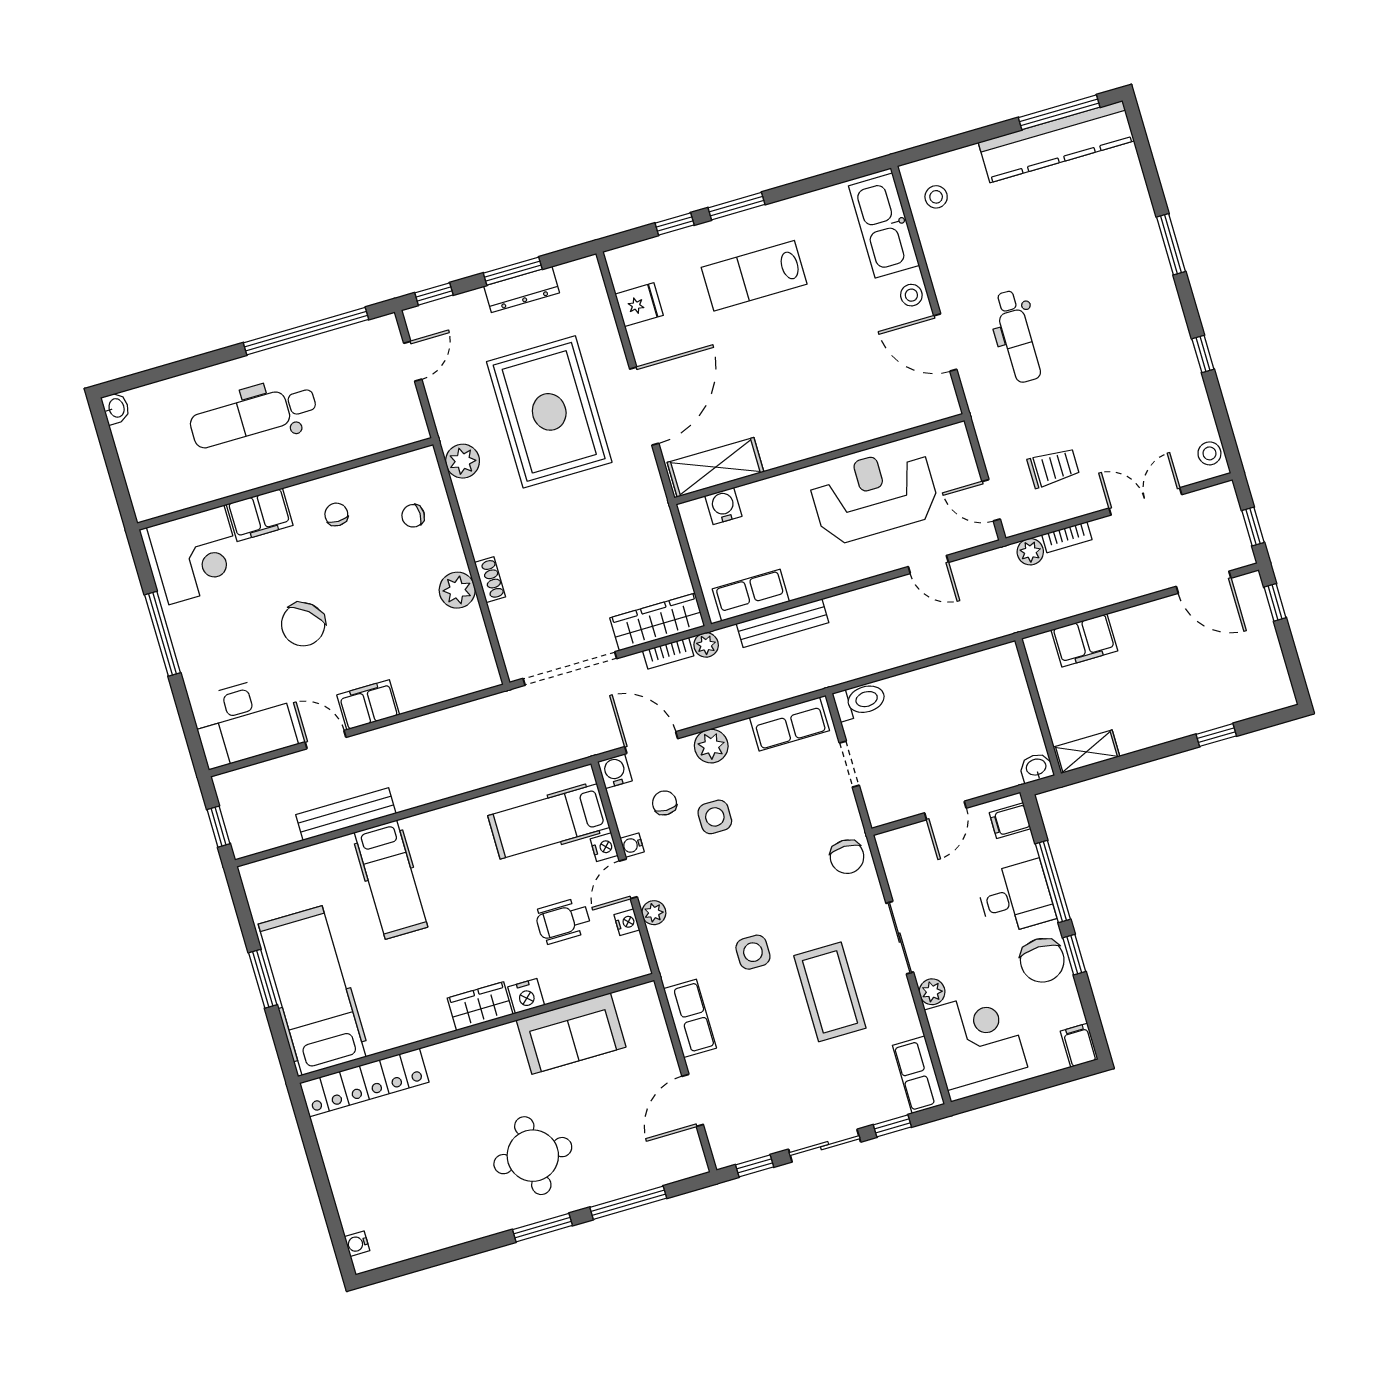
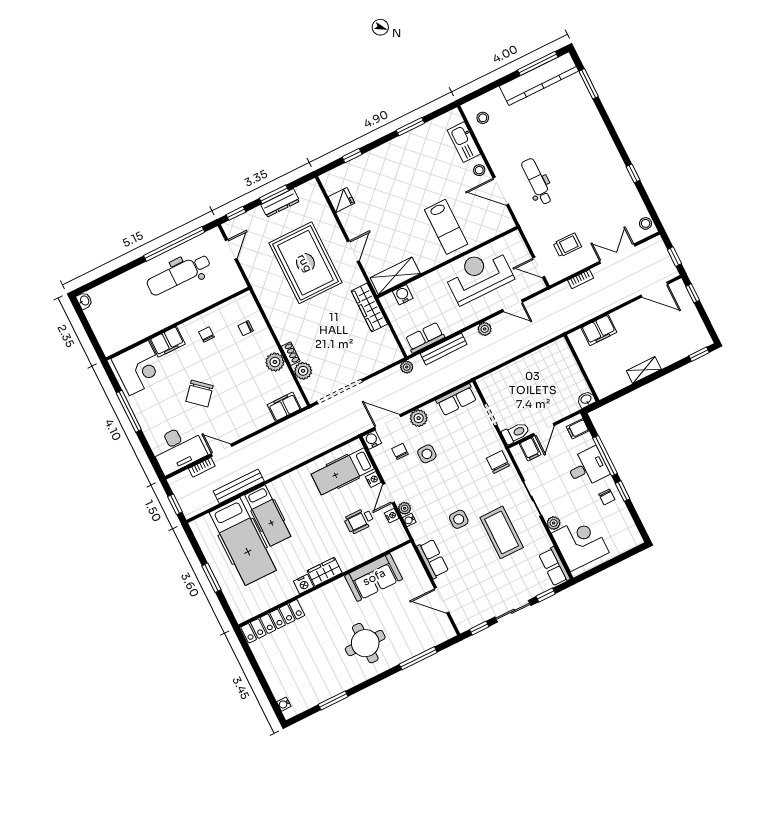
window: (736, 206) -> (410, 127), moved
kitchen sink: (884, 226) -> (464, 142), width x0.73, depth x0.81
window: (1171, 244) -> (589, 84), moved
lab bench: (754, 276) -> (446, 227), moved, turned -90
dental chair: (1017, 336) -> (537, 181), turned 180
door: (644, 406) -> (353, 251), width x0.53
dental chair: (253, 416) -> (179, 274), moved
plant: (463, 461) -> (303, 371), moved
plant: (1030, 552) -> (485, 329), moved
wardrobe: (657, 622) -> (369, 307), moved, turned -90
bookcase: (668, 653) -> (202, 467), moved
toilet: (860, 701) -> (516, 433), moved
filing cabinet: (368, 705) -> (284, 407), moved
window: (1216, 735) -> (699, 354), moved
shelving: (1086, 752) -> (644, 370), moved
water cooler: (632, 845) -> (409, 520), moved
chair: (847, 857) -> (498, 462), turned 180
chair: (1042, 960) -> (607, 497), width x0.54, depth x0.54
hospital bed: (312, 991) -> (243, 541), moved, turned 180
nightstand: (526, 996) -> (304, 584), moved
filing cabinet: (1079, 1045) -> (530, 449), moved, turned 180
door: (693, 1100) -> (442, 600), hinge flipped
window: (542, 1228) -> (333, 700), moved

